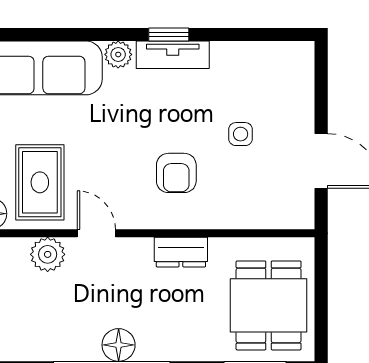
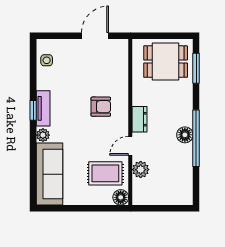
side table: (241, 134) -> (47, 60), moved
dresser: (181, 252) -> (140, 119), moved

